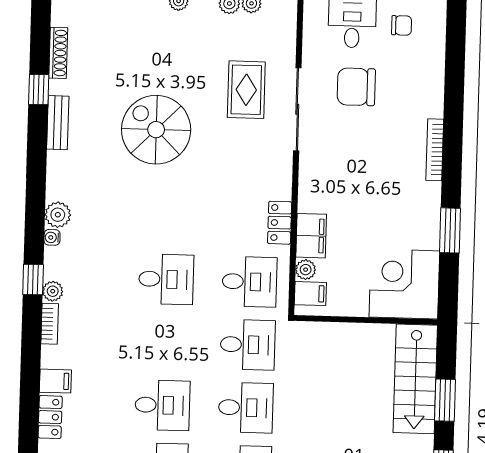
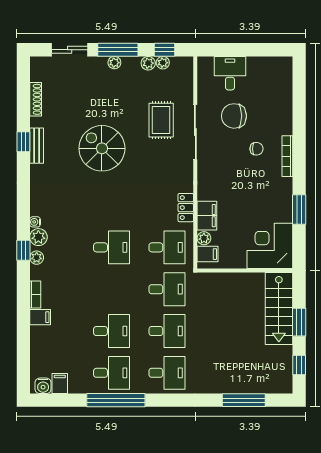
chair: (402, 25) -> (256, 149), moved
window: (39, 90) -> (23, 142), moved
plant: (58, 215) -> (38, 237), moved
bookcase: (50, 324) -> (35, 295), moved
locker: (50, 417) -> (37, 341), removed

